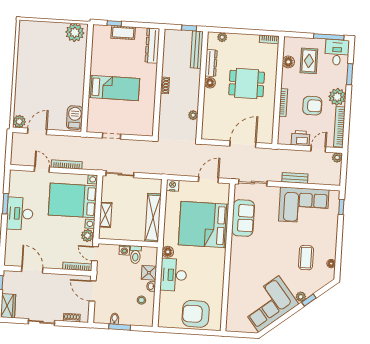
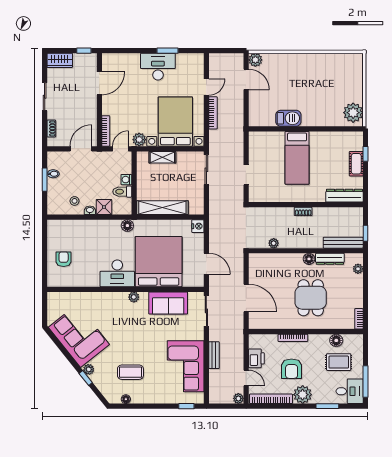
barbecue: (75, 118) -> (288, 118), moved
doorway: (111, 136) -> (246, 175), moved
plant: (235, 250) -> (134, 297), added
desk: (173, 275) -> (117, 273), moved, turned 180
armchair: (196, 314) -> (64, 259), width x0.53, depth x0.53

